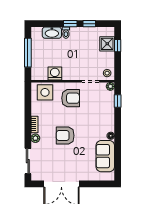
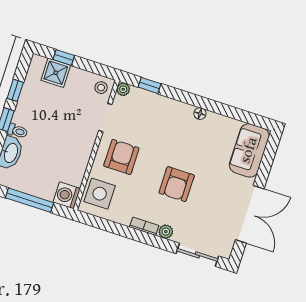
washing machine: (55, 73) -> (67, 195), moved
sofa: (105, 156) -> (249, 150), moved, turned 90

